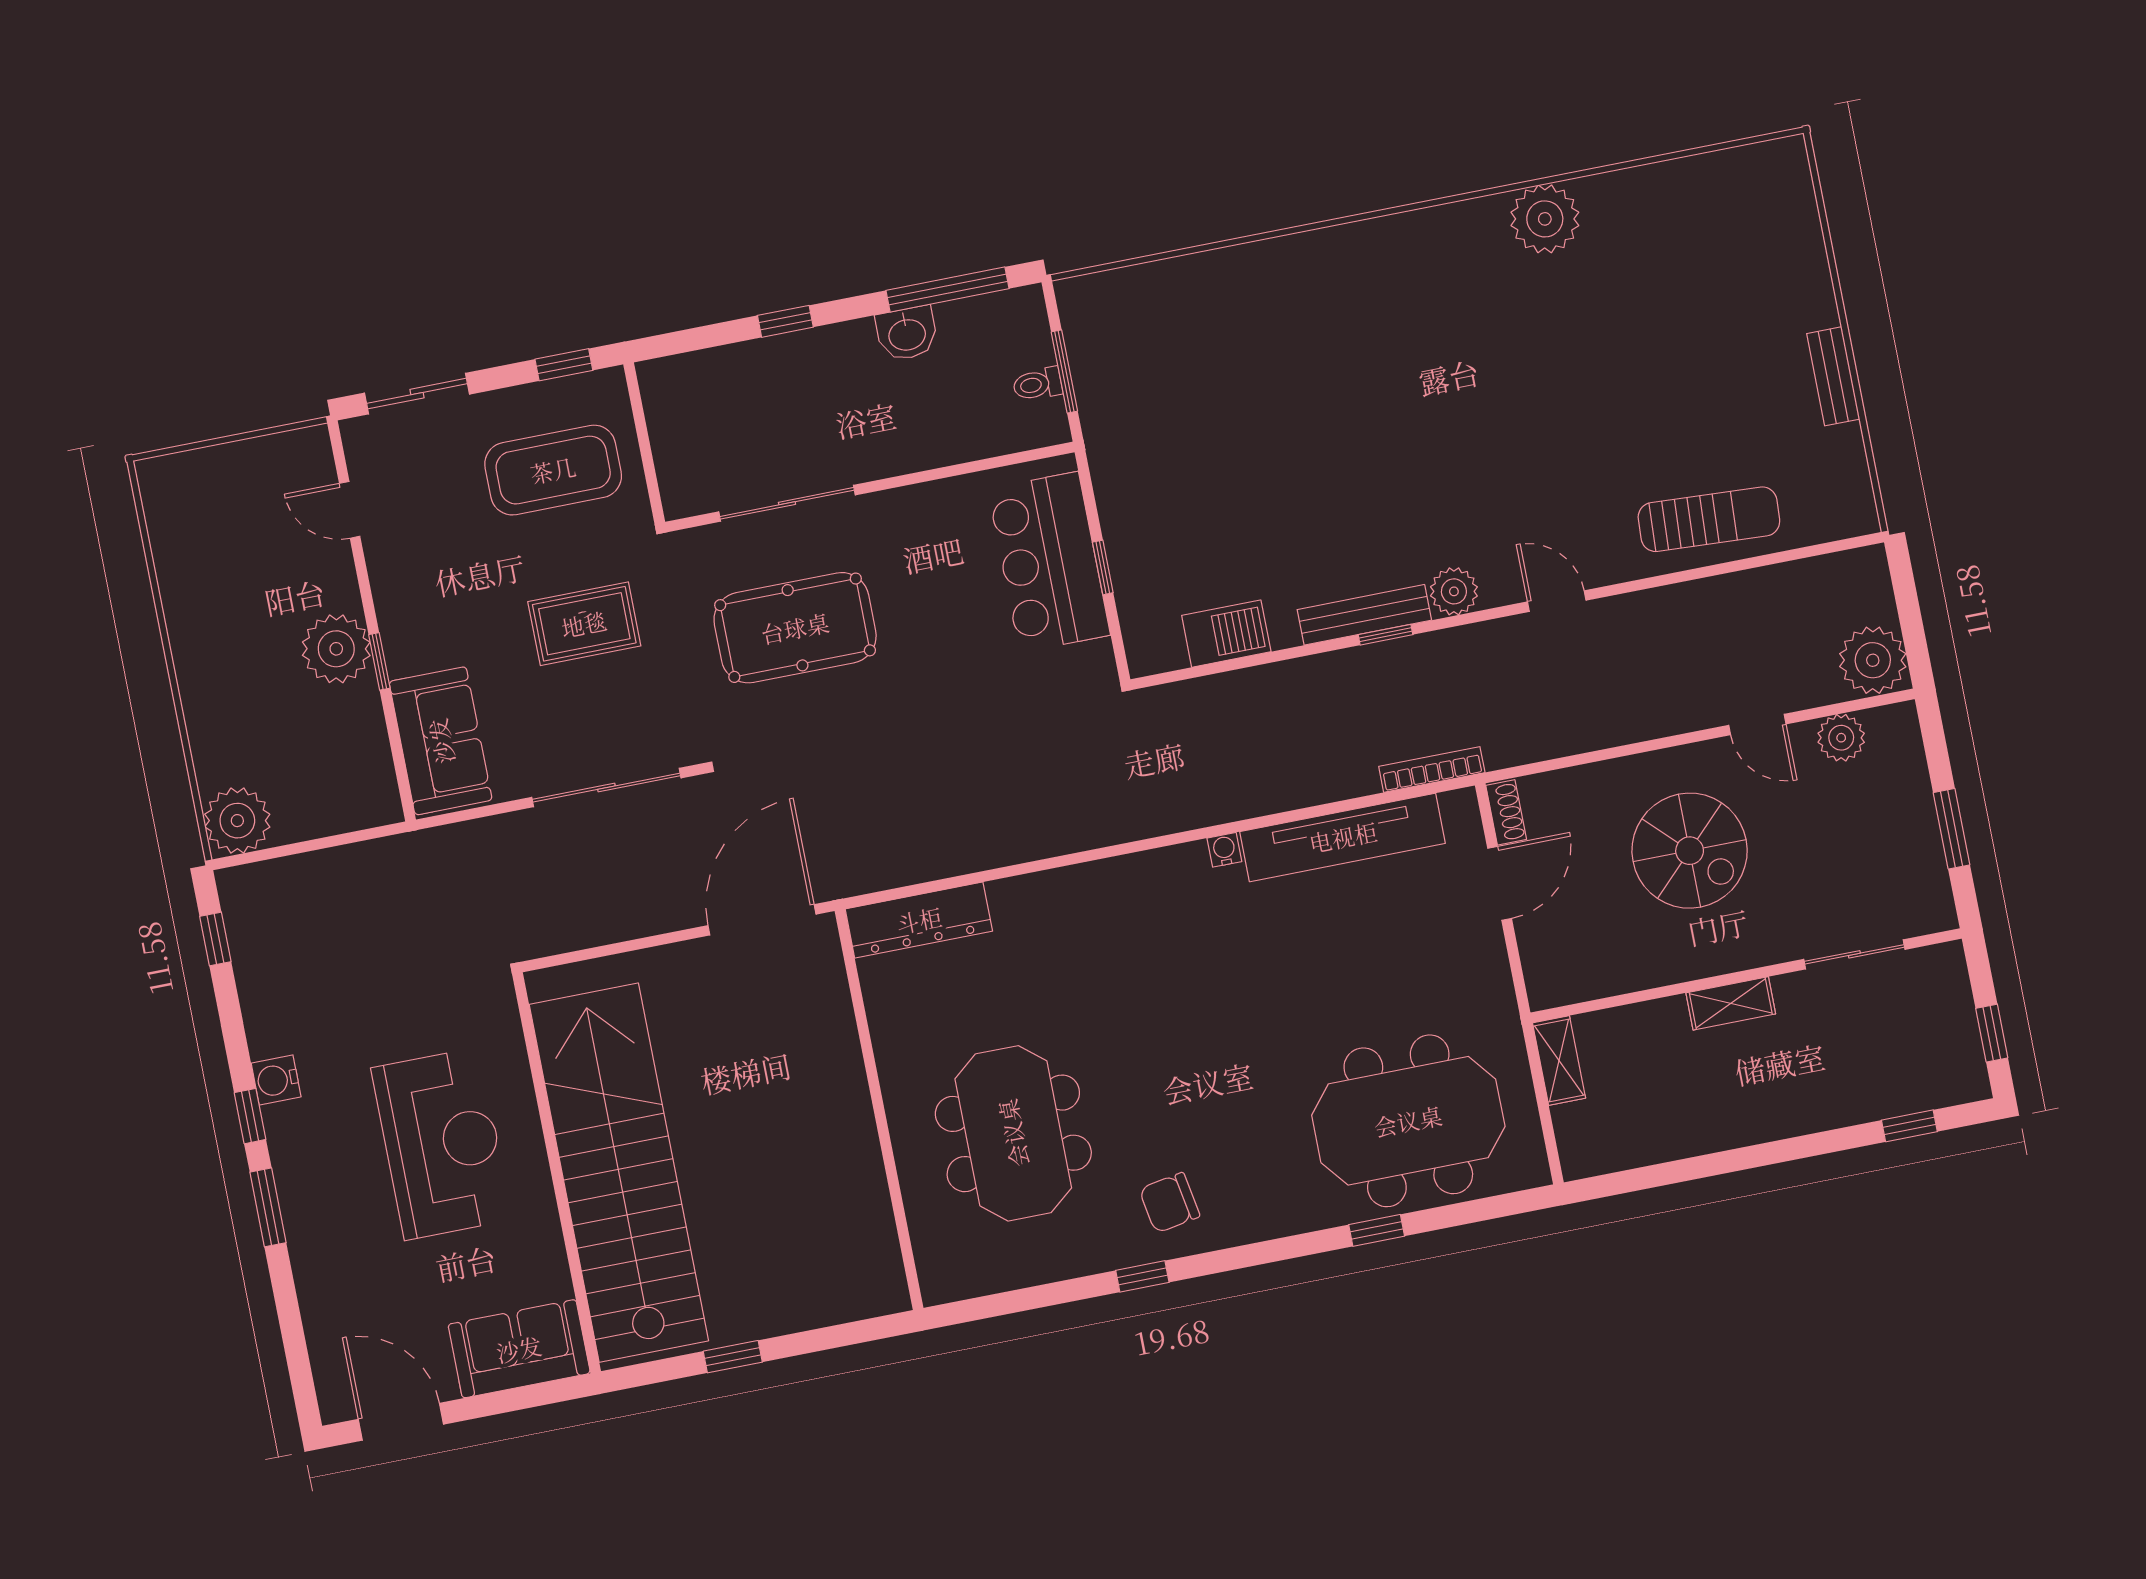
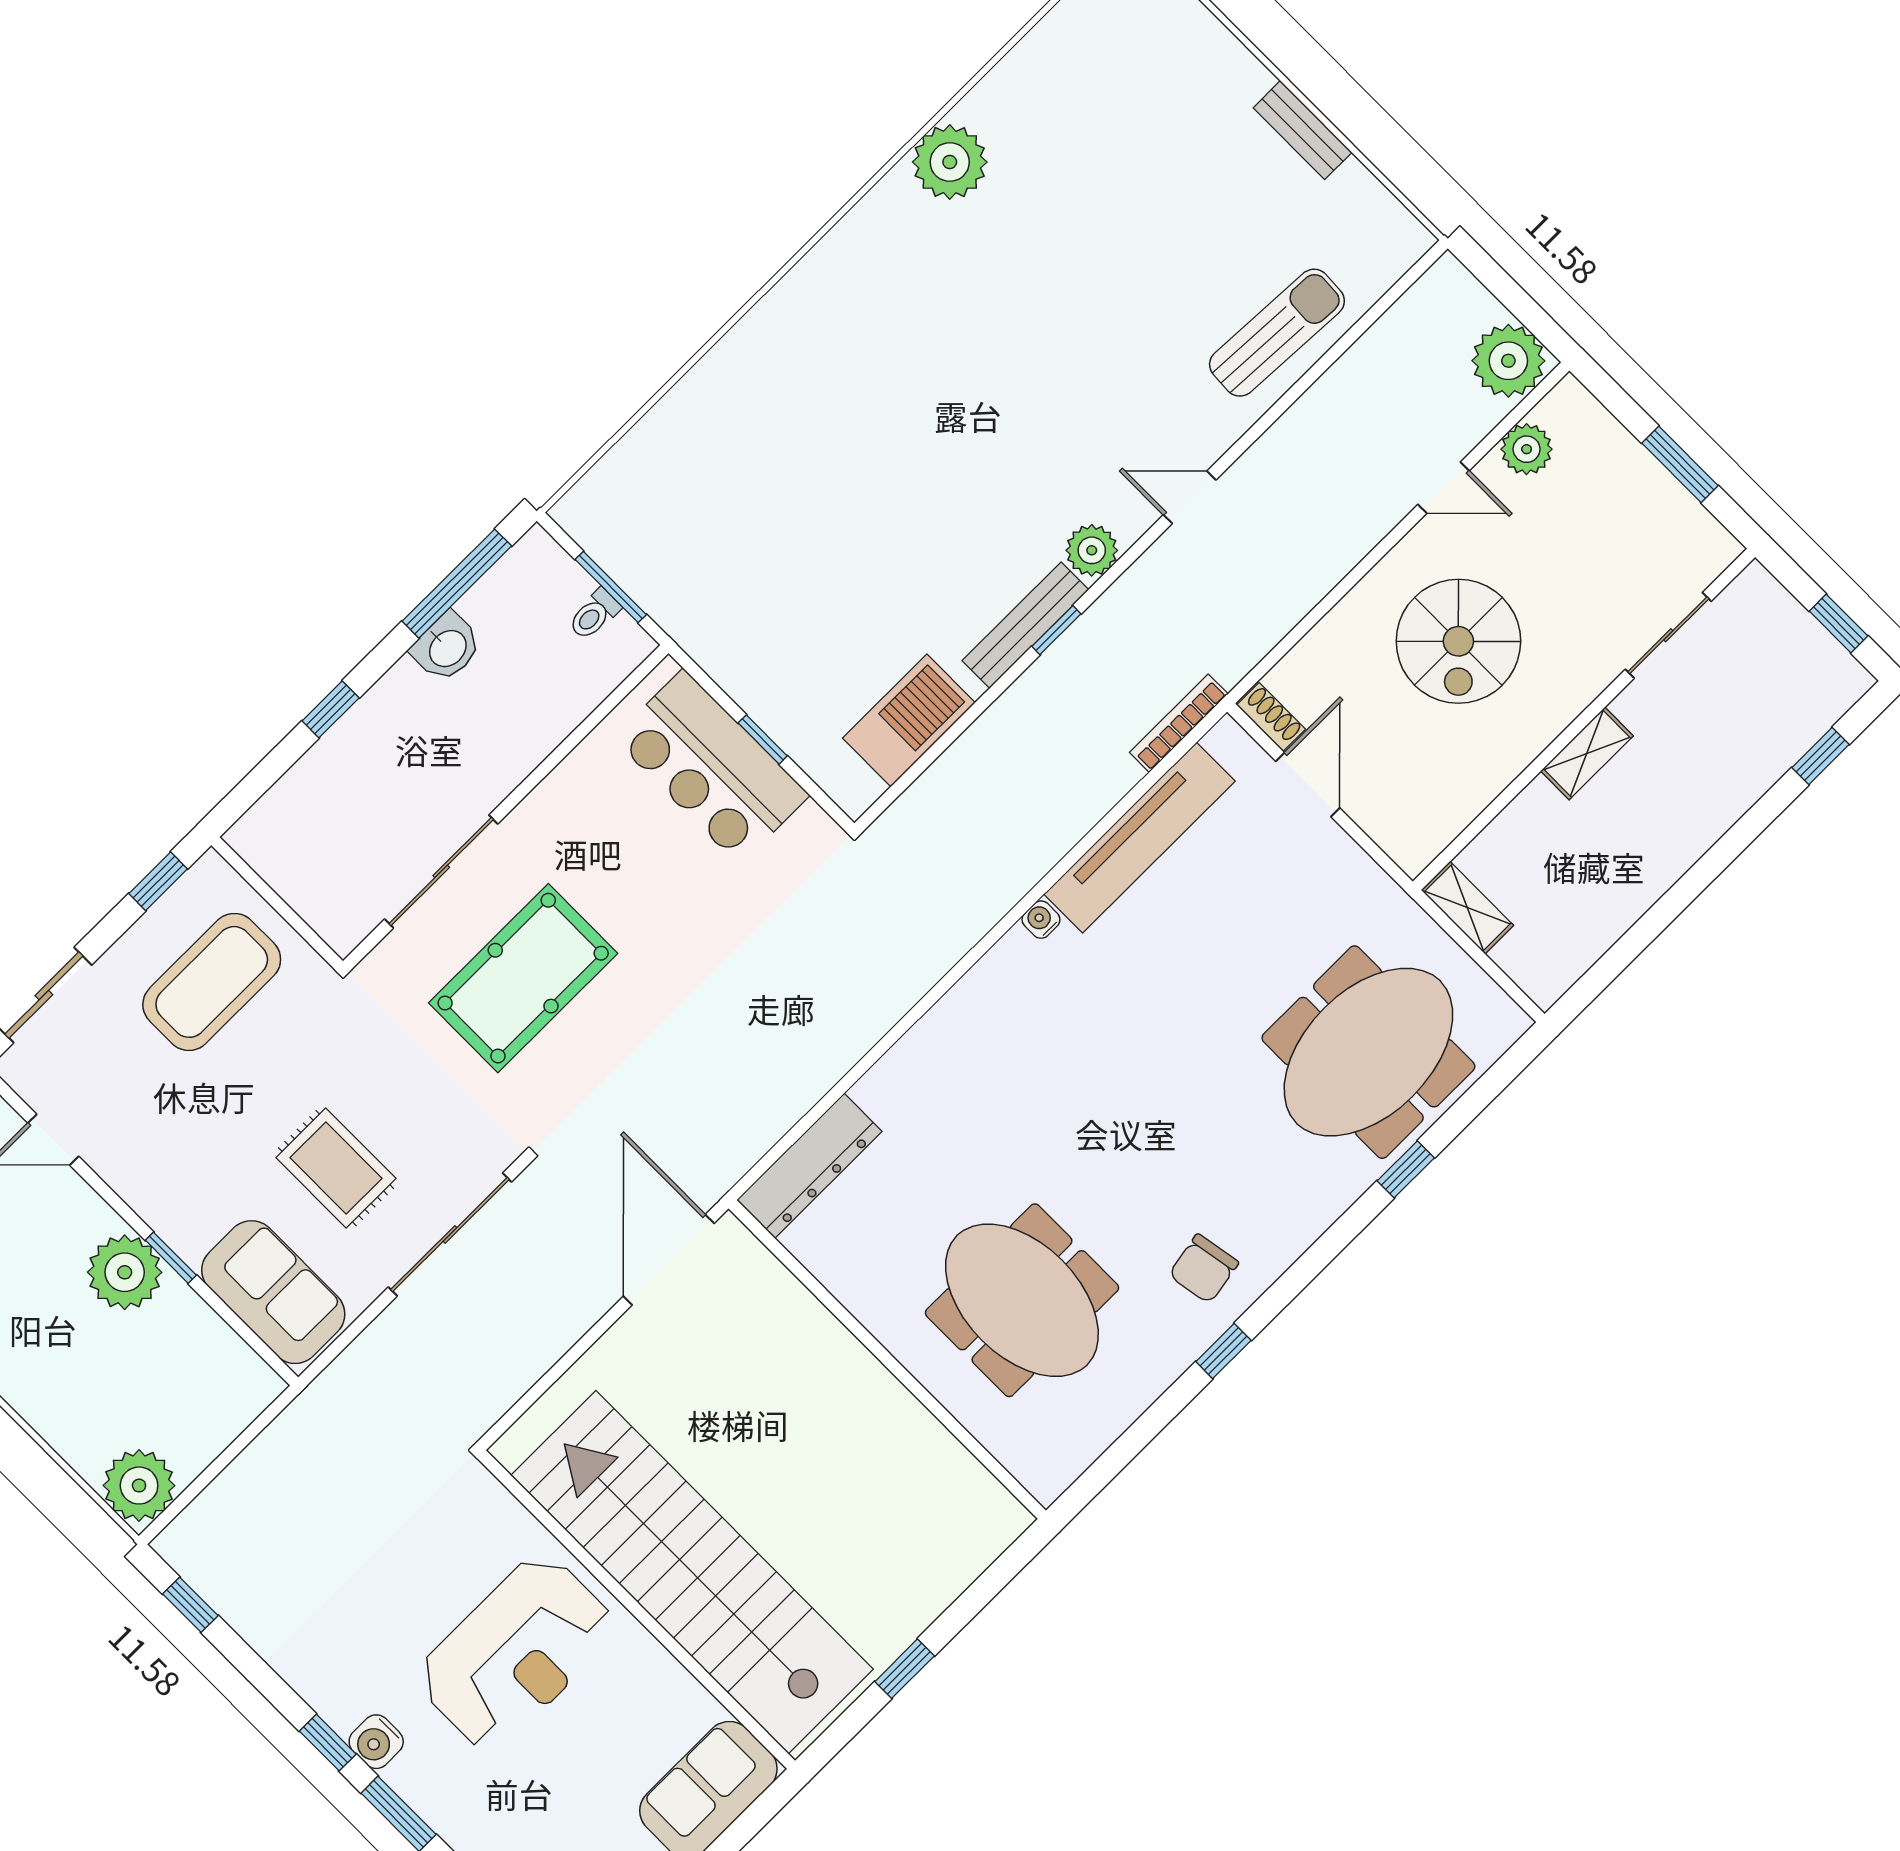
rug: (584, 624) -> (336, 1168), moved, turned 90
barbecue: (1226, 634) -> (909, 720), width x1.37, depth x1.21
spiral stairs: (1690, 851) -> (1458, 641), turned 90
water cooler: (276, 1080) -> (376, 1742), moved
reception desk: (442, 1144) -> (516, 1652), turned 90

